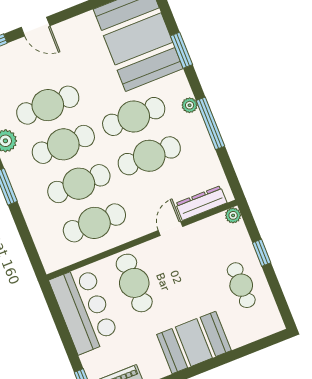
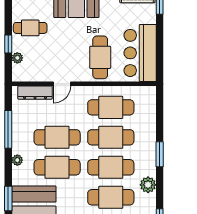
window: (210, 123) -> (8, 129), moved
plant: (233, 215) -> (17, 58), moved
cafe table: (241, 285) -> (30, 28), turned 90

